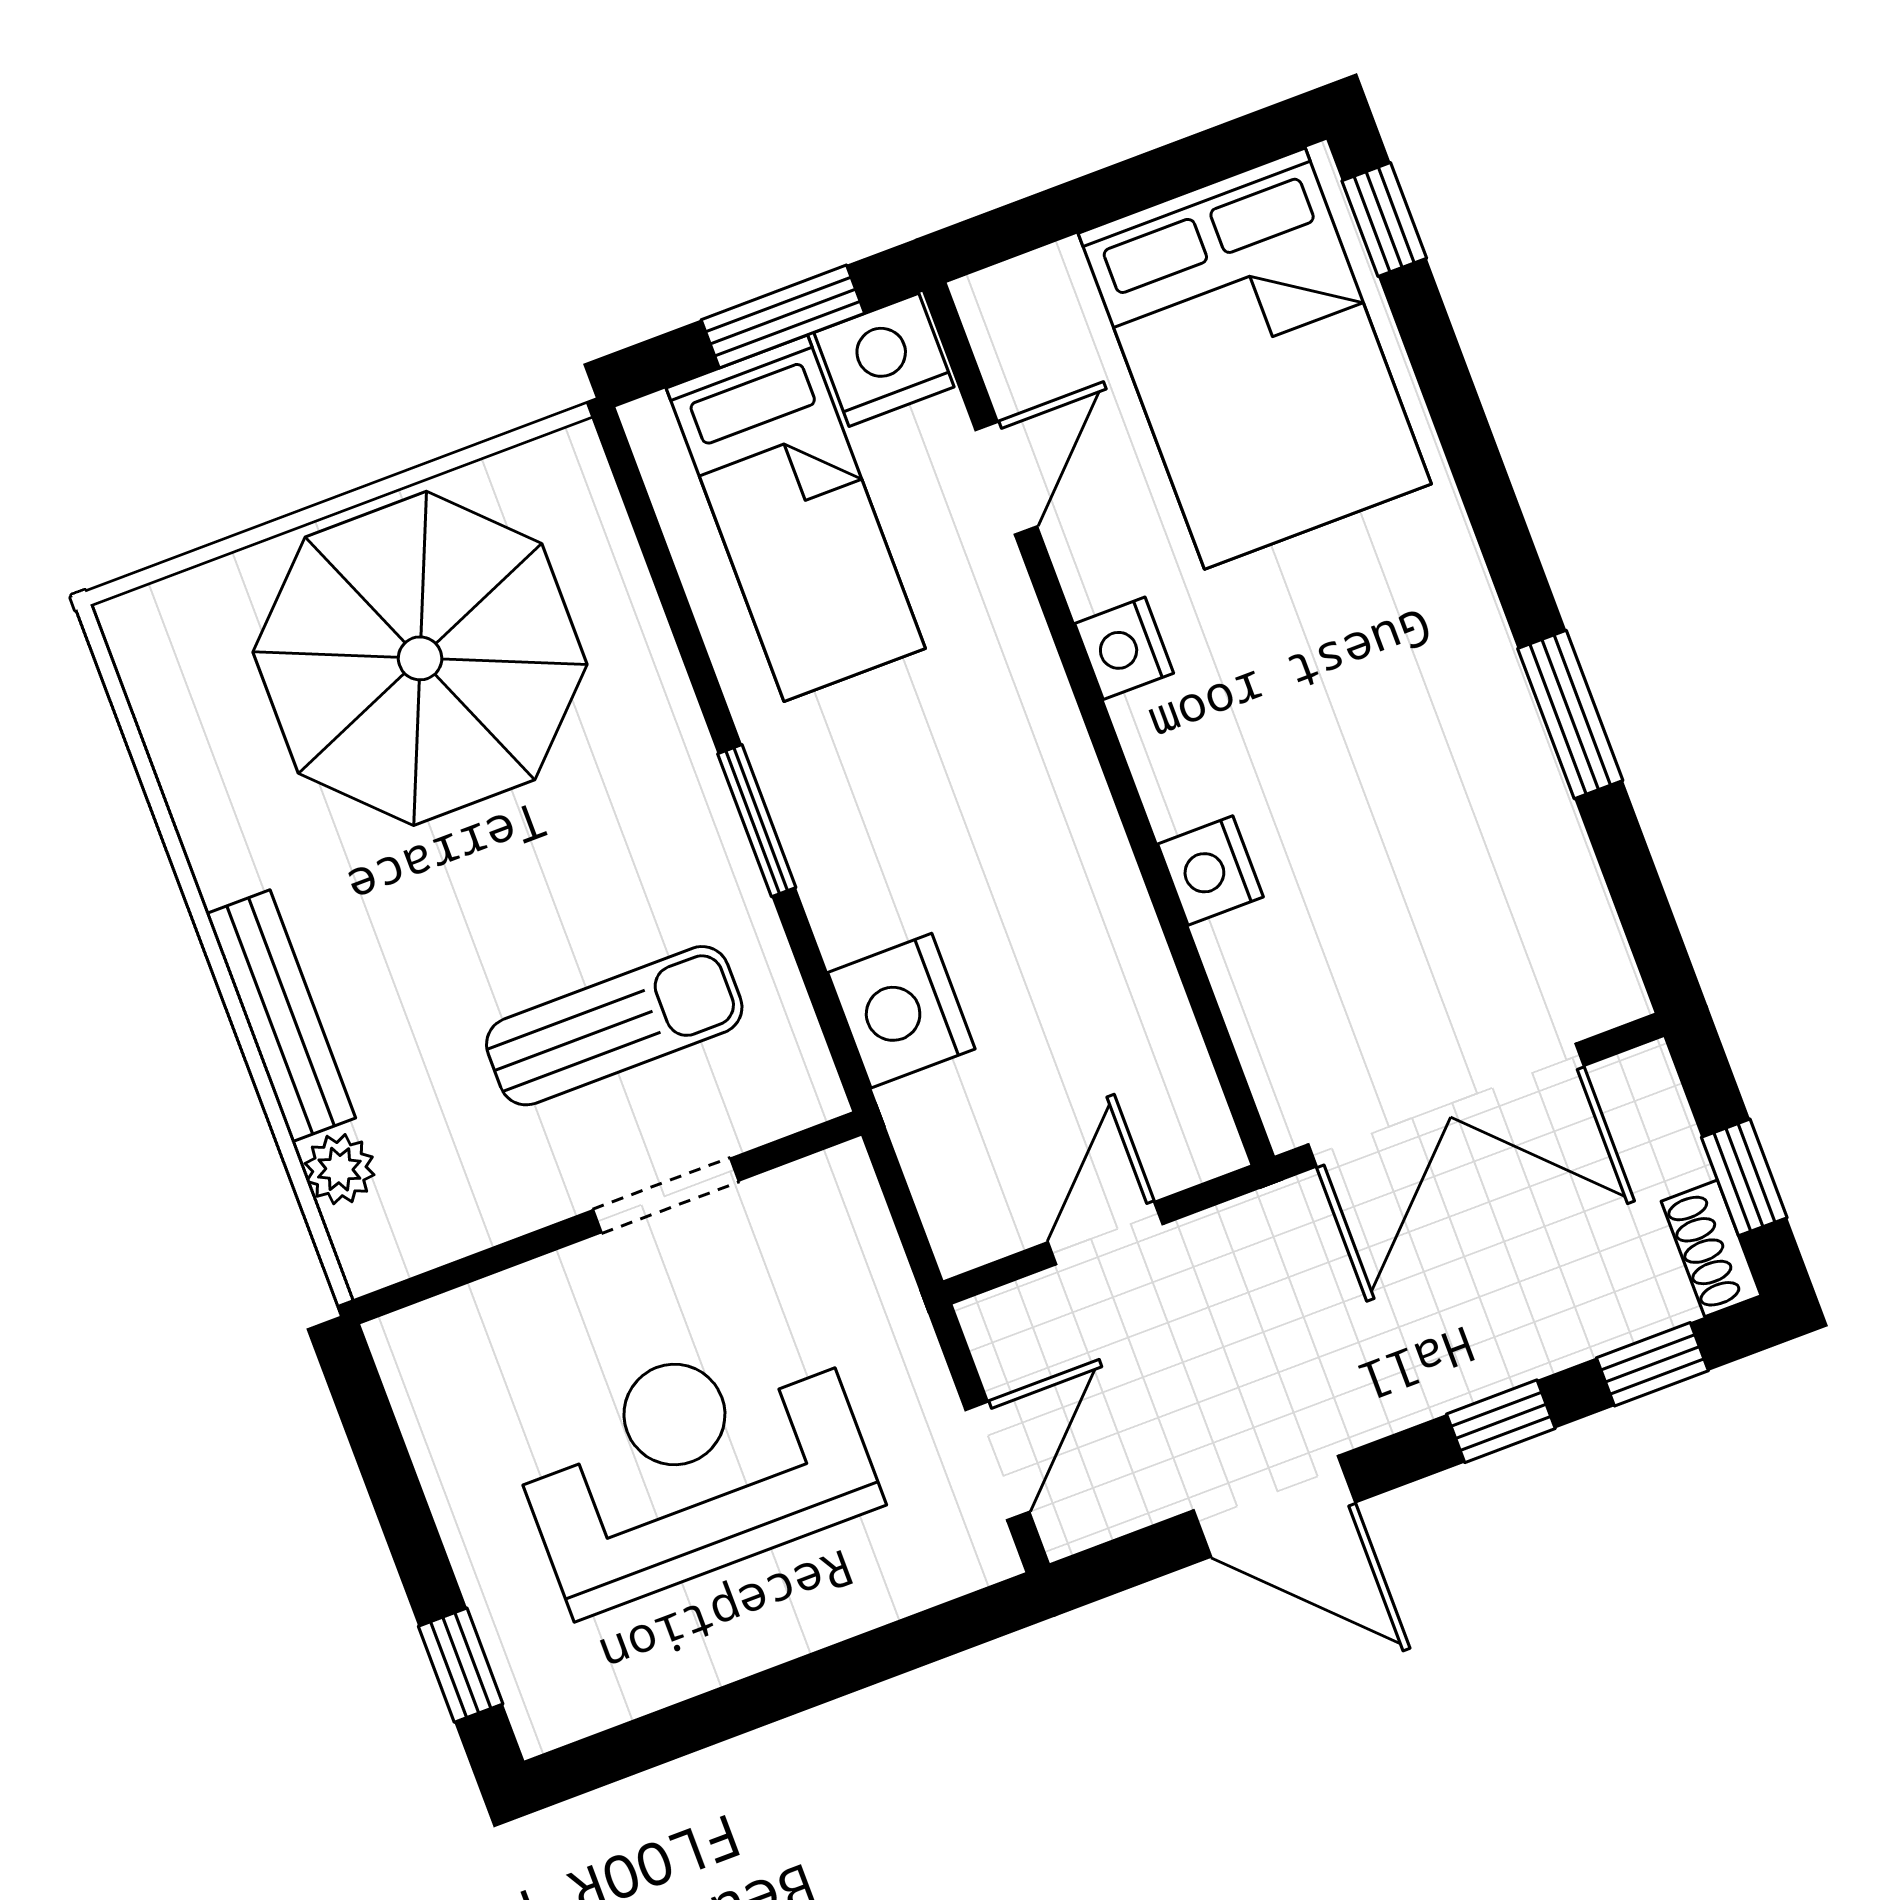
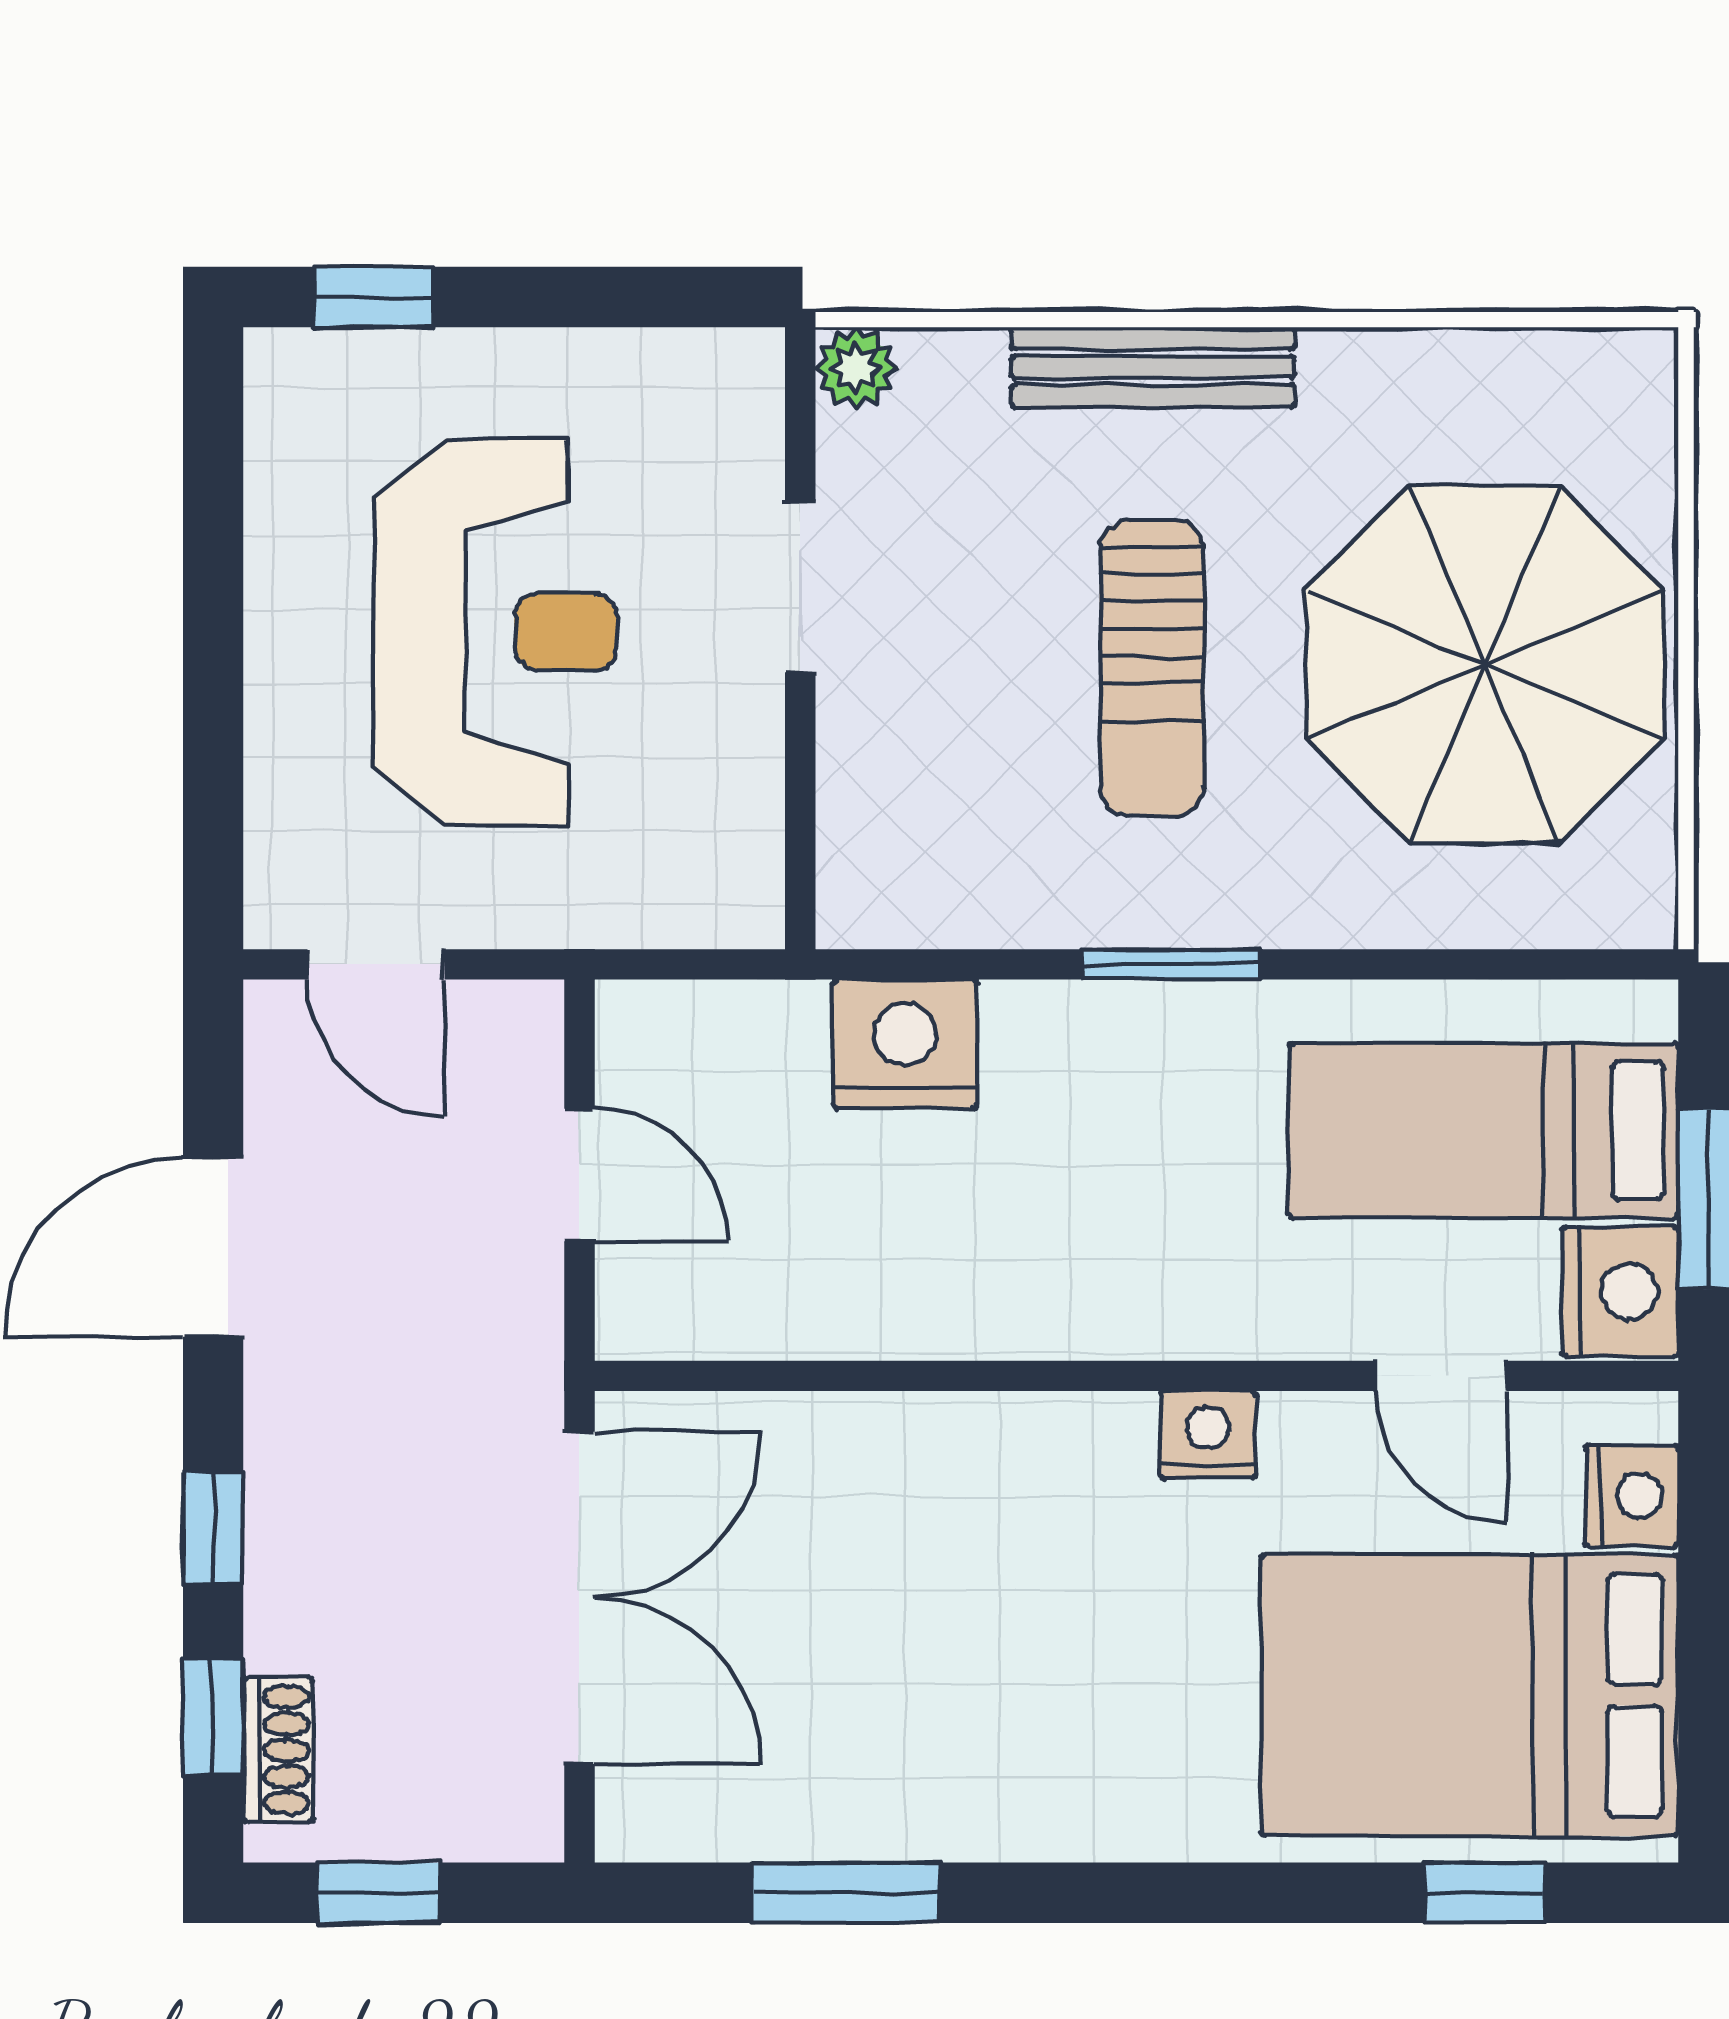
window: (1384, 220) -> (1485, 1893), moved
window: (1570, 714) -> (846, 1893), moved
nightstand: (1210, 870) -> (1632, 1496), moved, turned 90
sun lounger: (614, 1026) -> (1152, 668), moved
double door: (1446, 1105) -> (579, 1598), swing flipped
plant: (339, 1169) -> (856, 368), moved
doorway: (666, 1195) -> (800, 587), moved
shoe rack: (1711, 1248) -> (278, 1750), moved, turned 90

